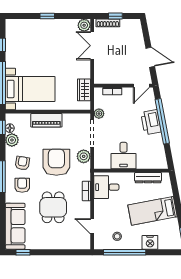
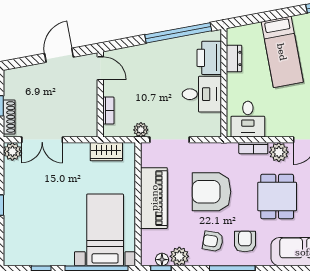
piano: (46, 120) -> (154, 198), width x1.37, depth x1.33
window: (162, 121) -> (178, 33), moved
printer: (151, 122) -> (209, 58), moved, turned 101
plant: (84, 156) -> (279, 152), moved
dresser: (148, 178) -> (234, 58), width x0.70
armchair: (22, 185) -> (245, 241), turned 90
dining table: (53, 207) -> (277, 196), turned 90

